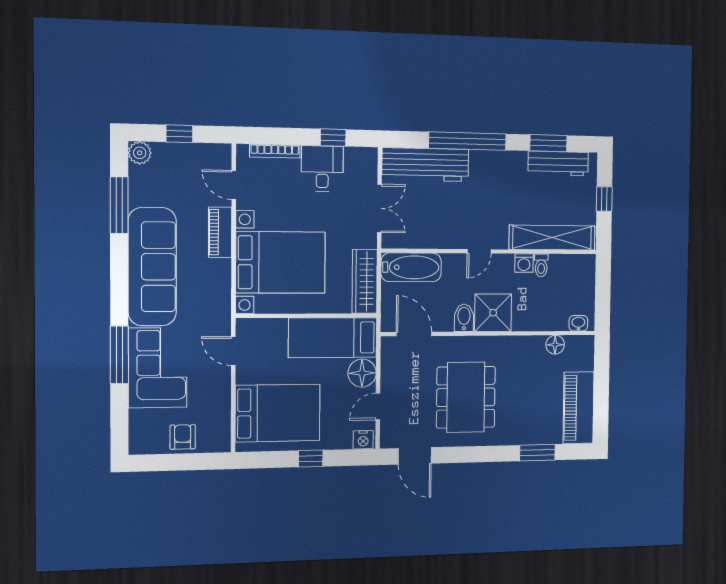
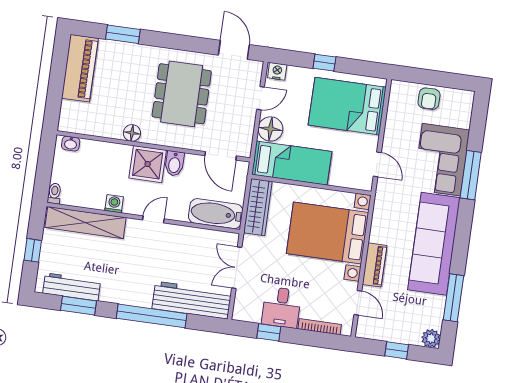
toilet: (541, 265) -> (54, 193), moved
floor lamp: (555, 345) -> (132, 133), moved

